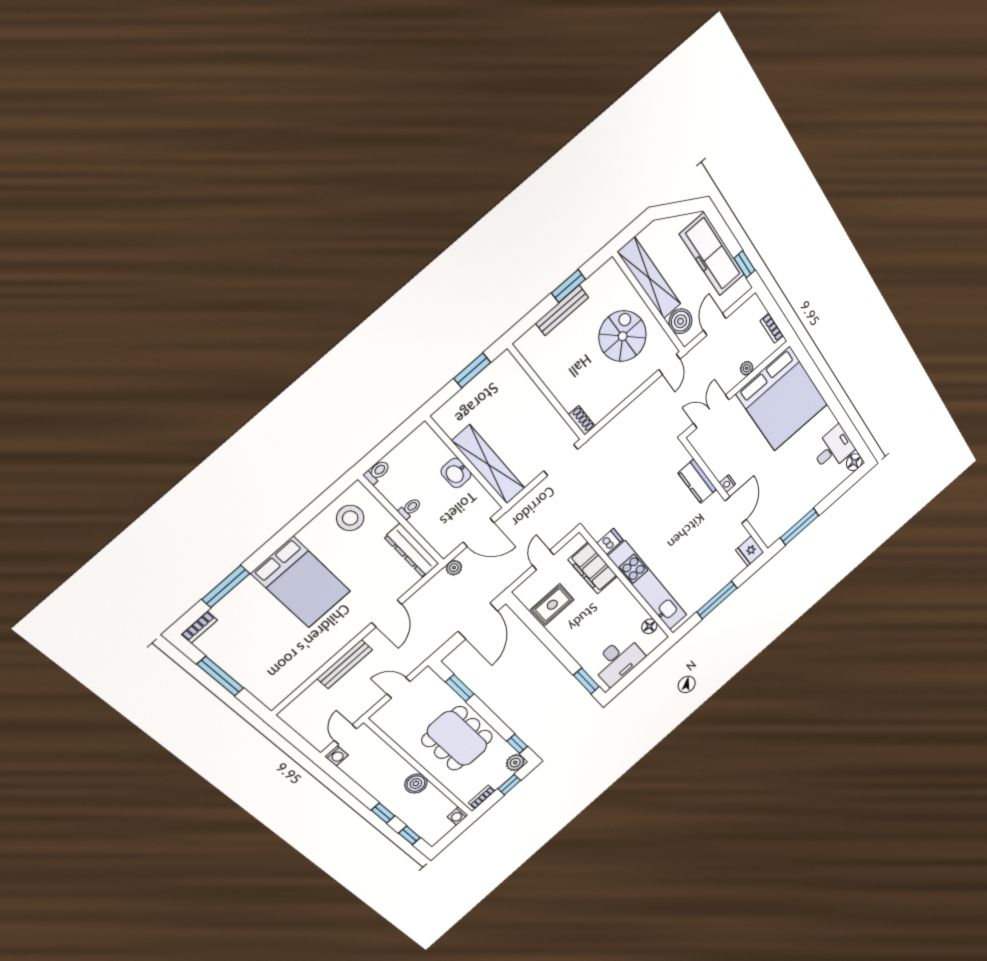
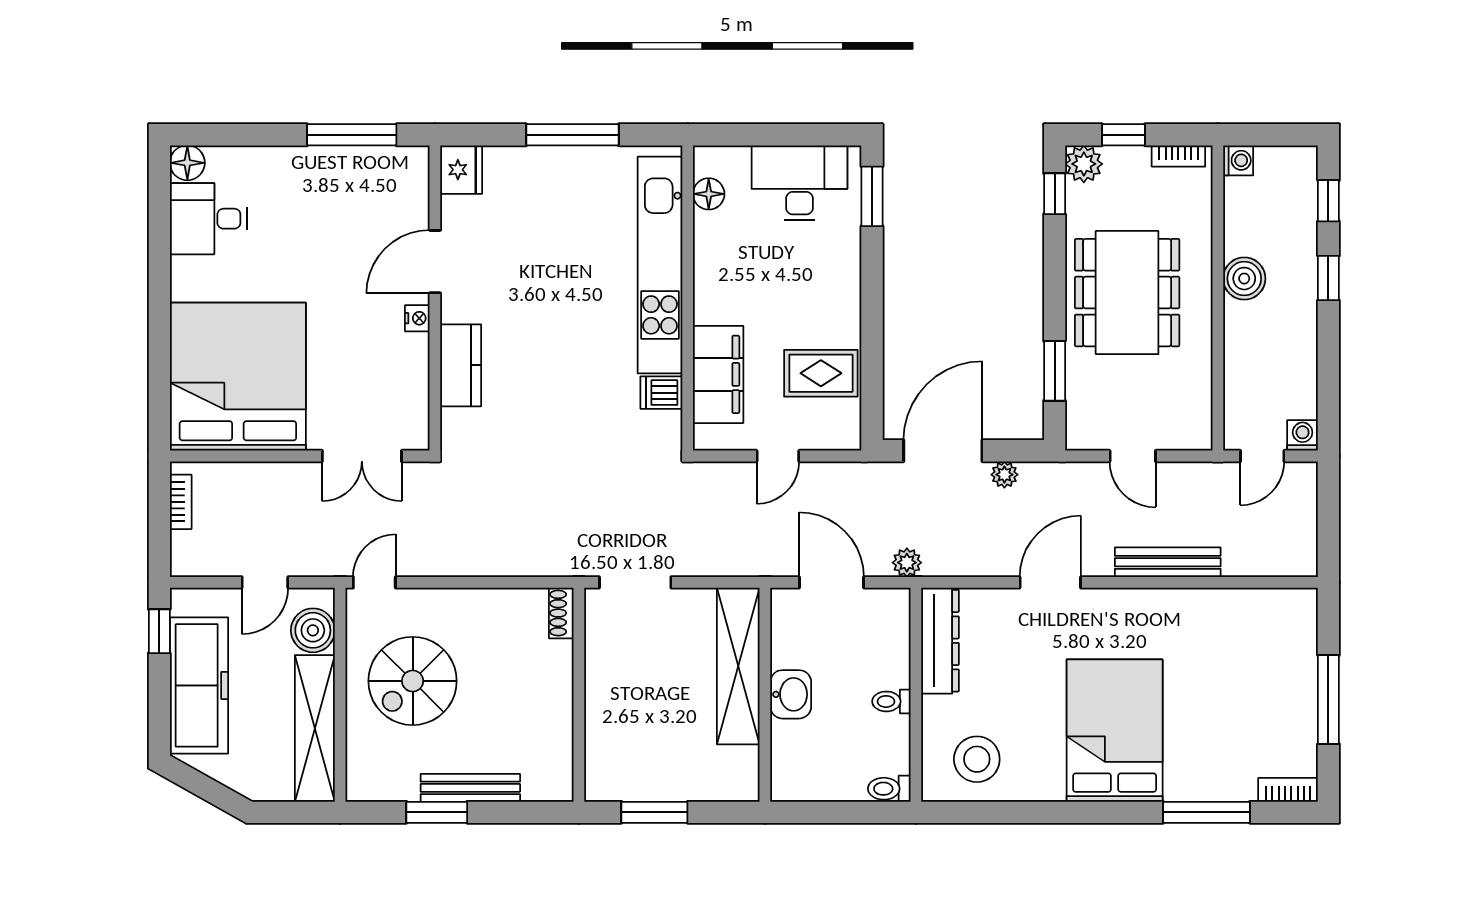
plant: (747, 368) -> (1004, 475), moved

